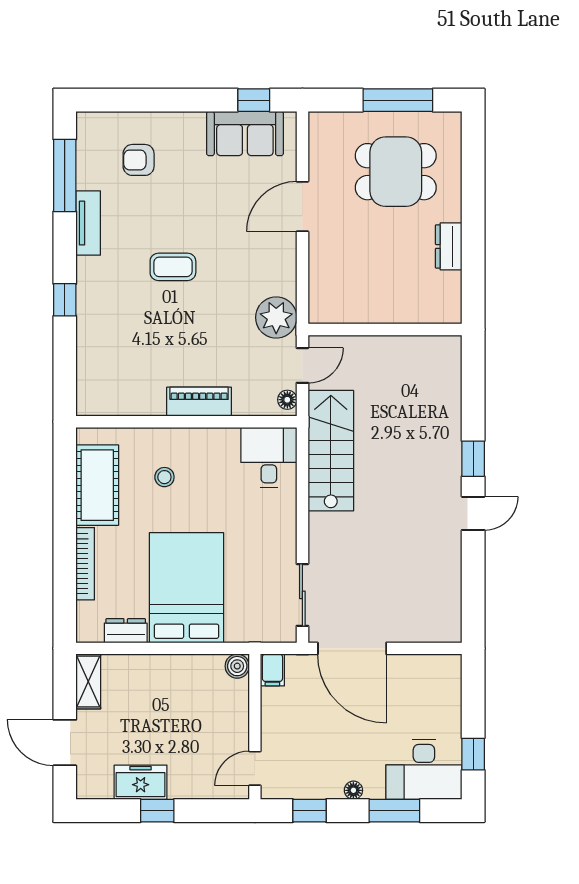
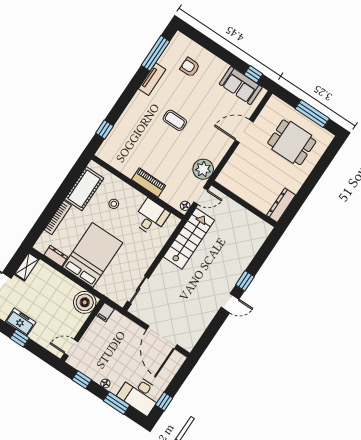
dresser: (449, 246) -> (281, 205), moved, width x1.44
window: (65, 300) -> (105, 129), moved
desk: (269, 458) -> (151, 217), moved
door: (352, 648) -> (162, 337), moved
boiler: (237, 666) -> (85, 302), width x1.86, depth x1.86

